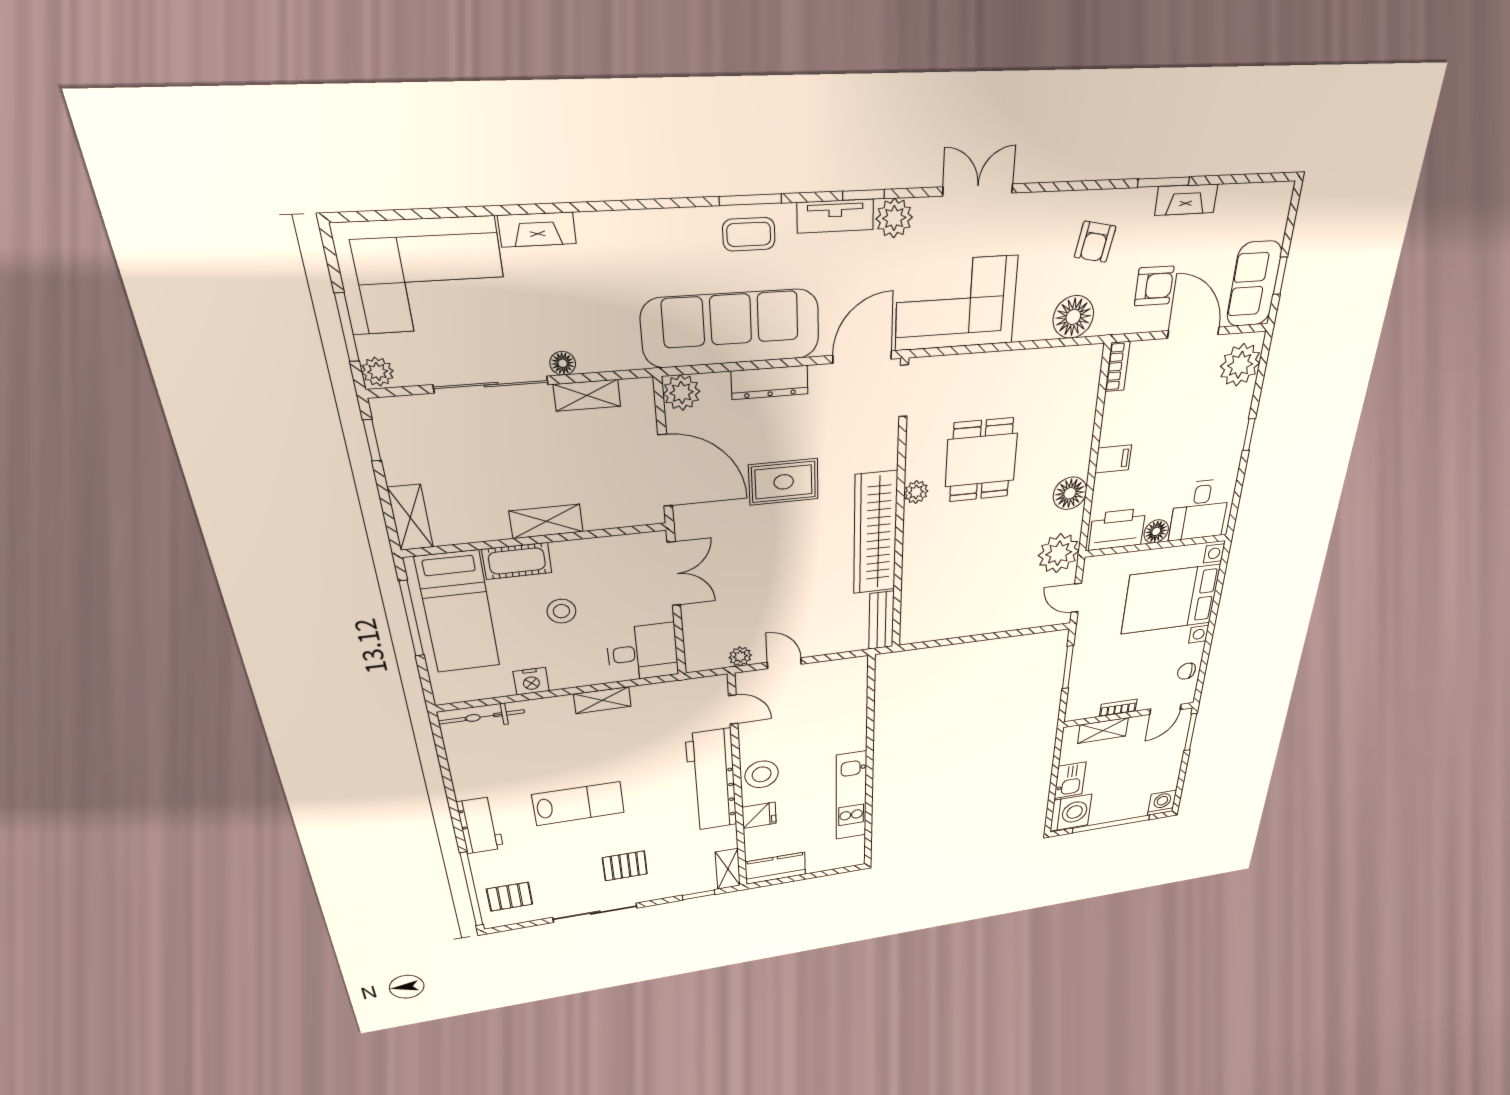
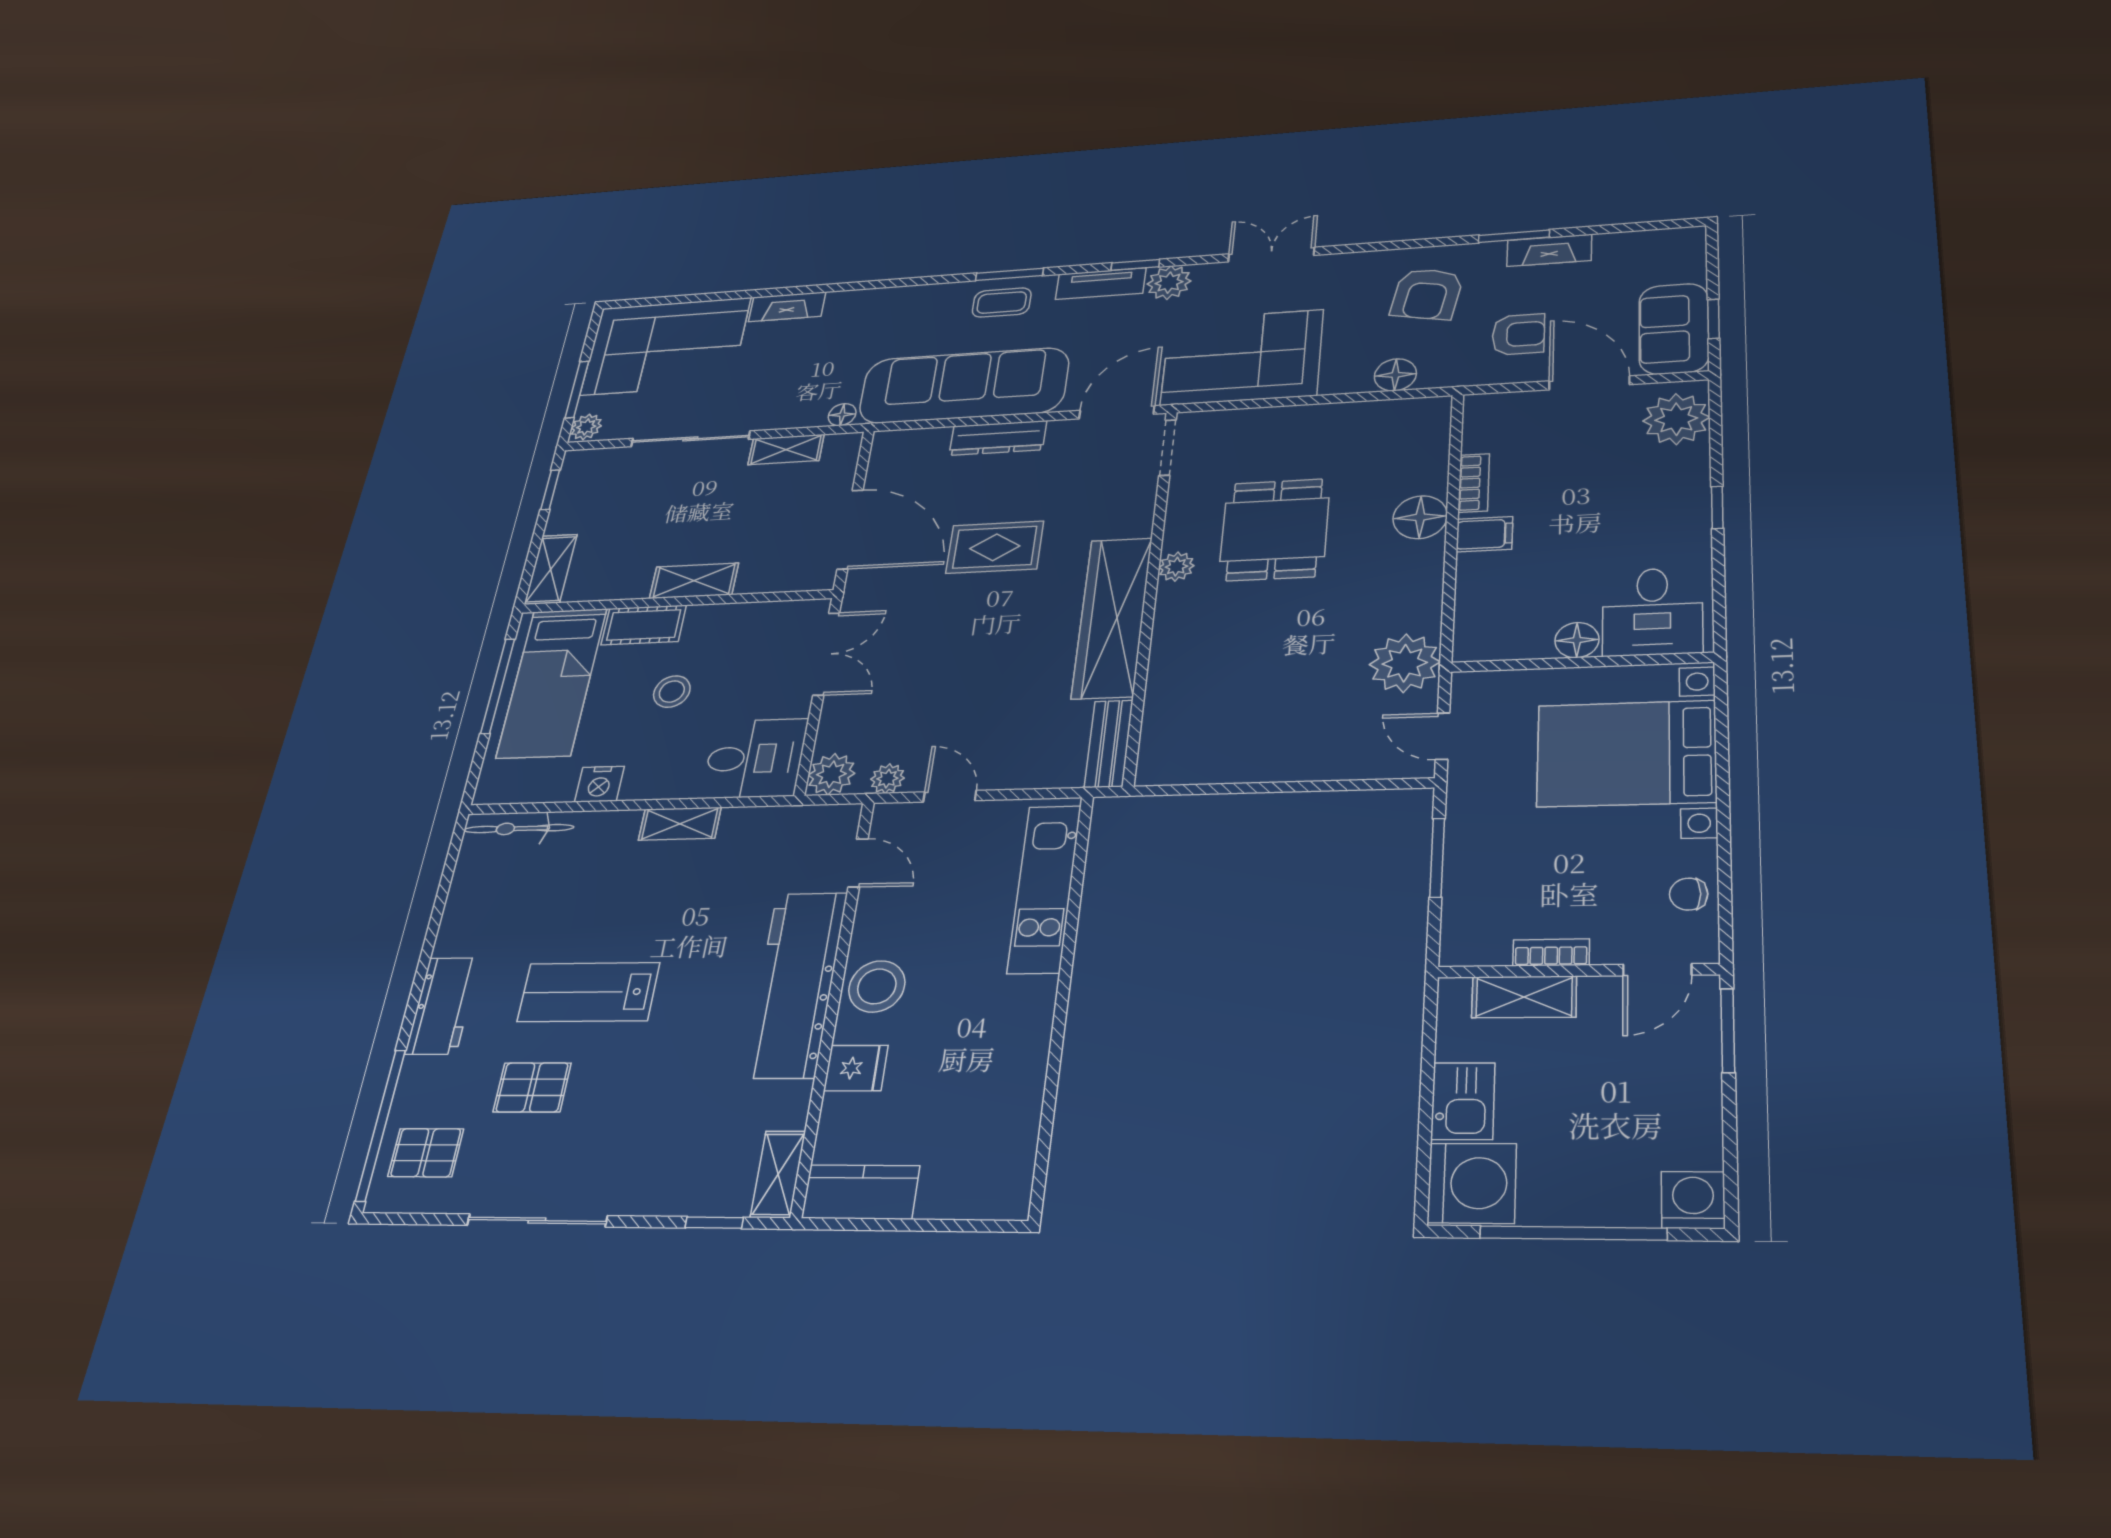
armchair: (1095, 242) -> (1427, 294), width x1.38, depth x1.38
floor lamp: (1073, 317) -> (1395, 375), width x0.73, depth x0.73
floor lamp: (563, 363) -> (842, 415), moved
bookcase: (1118, 367) -> (1474, 483), moved
plant: (682, 393) -> (831, 774), moved
floor lamp: (1070, 493) -> (1420, 517), moved
printer: (1117, 529) -> (1505, 633), removed
kitchen unit: (851, 796) -> (1044, 889), moved
lab bench: (578, 804) -> (588, 992), turned 180
pallet: (625, 866) -> (532, 1087), moved

